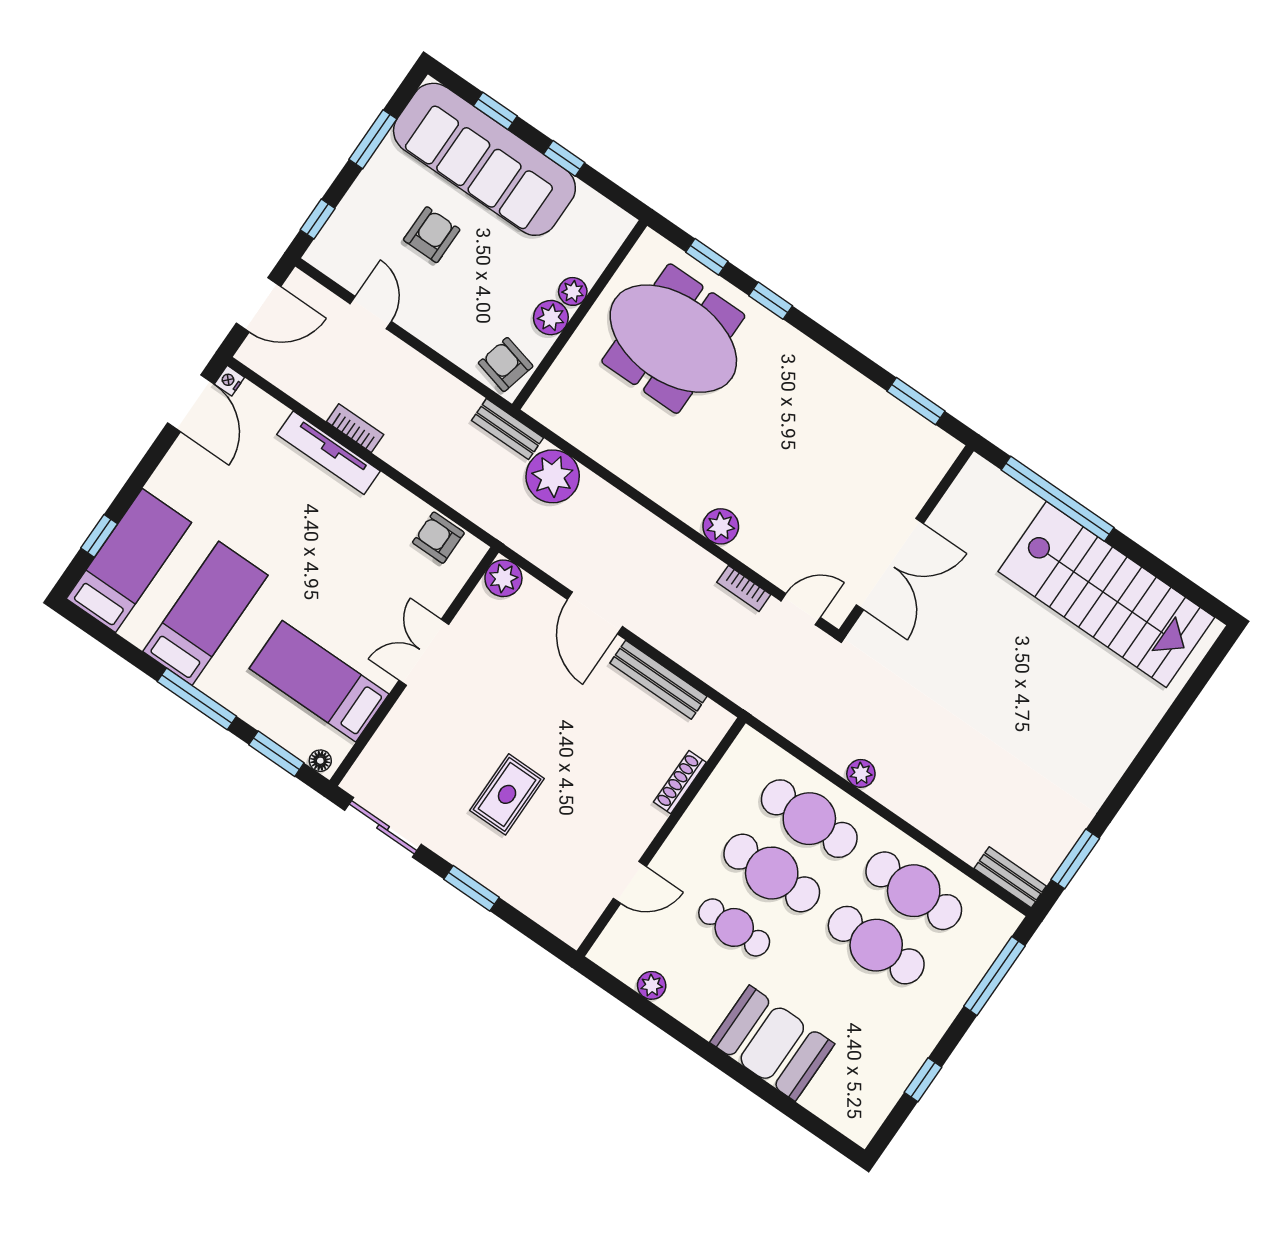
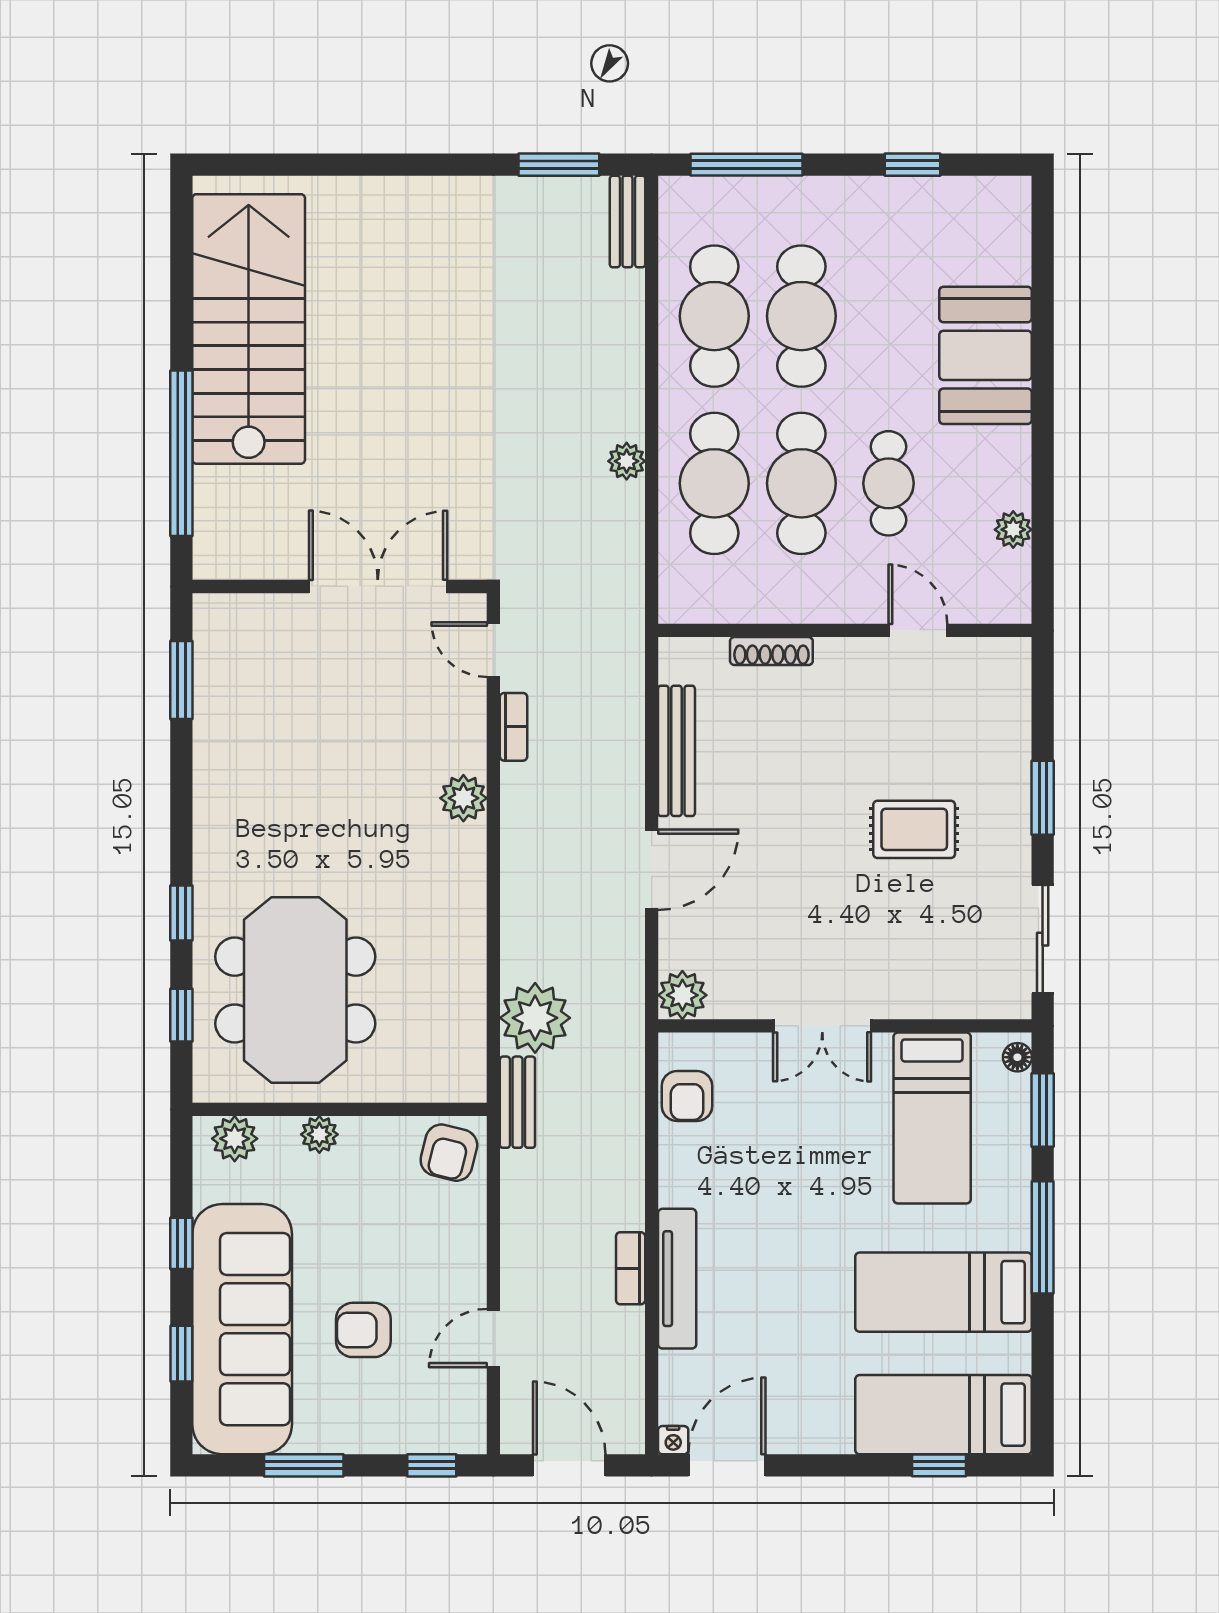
plant: (551, 318) -> (235, 1139), moved

